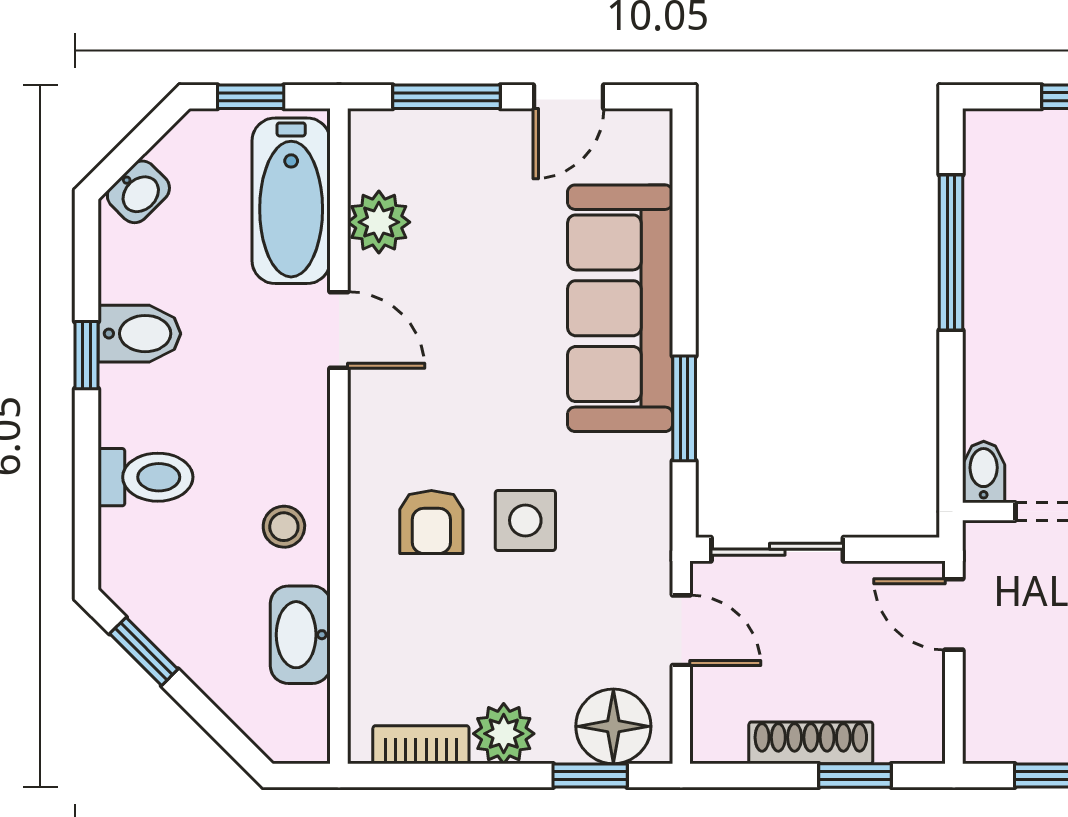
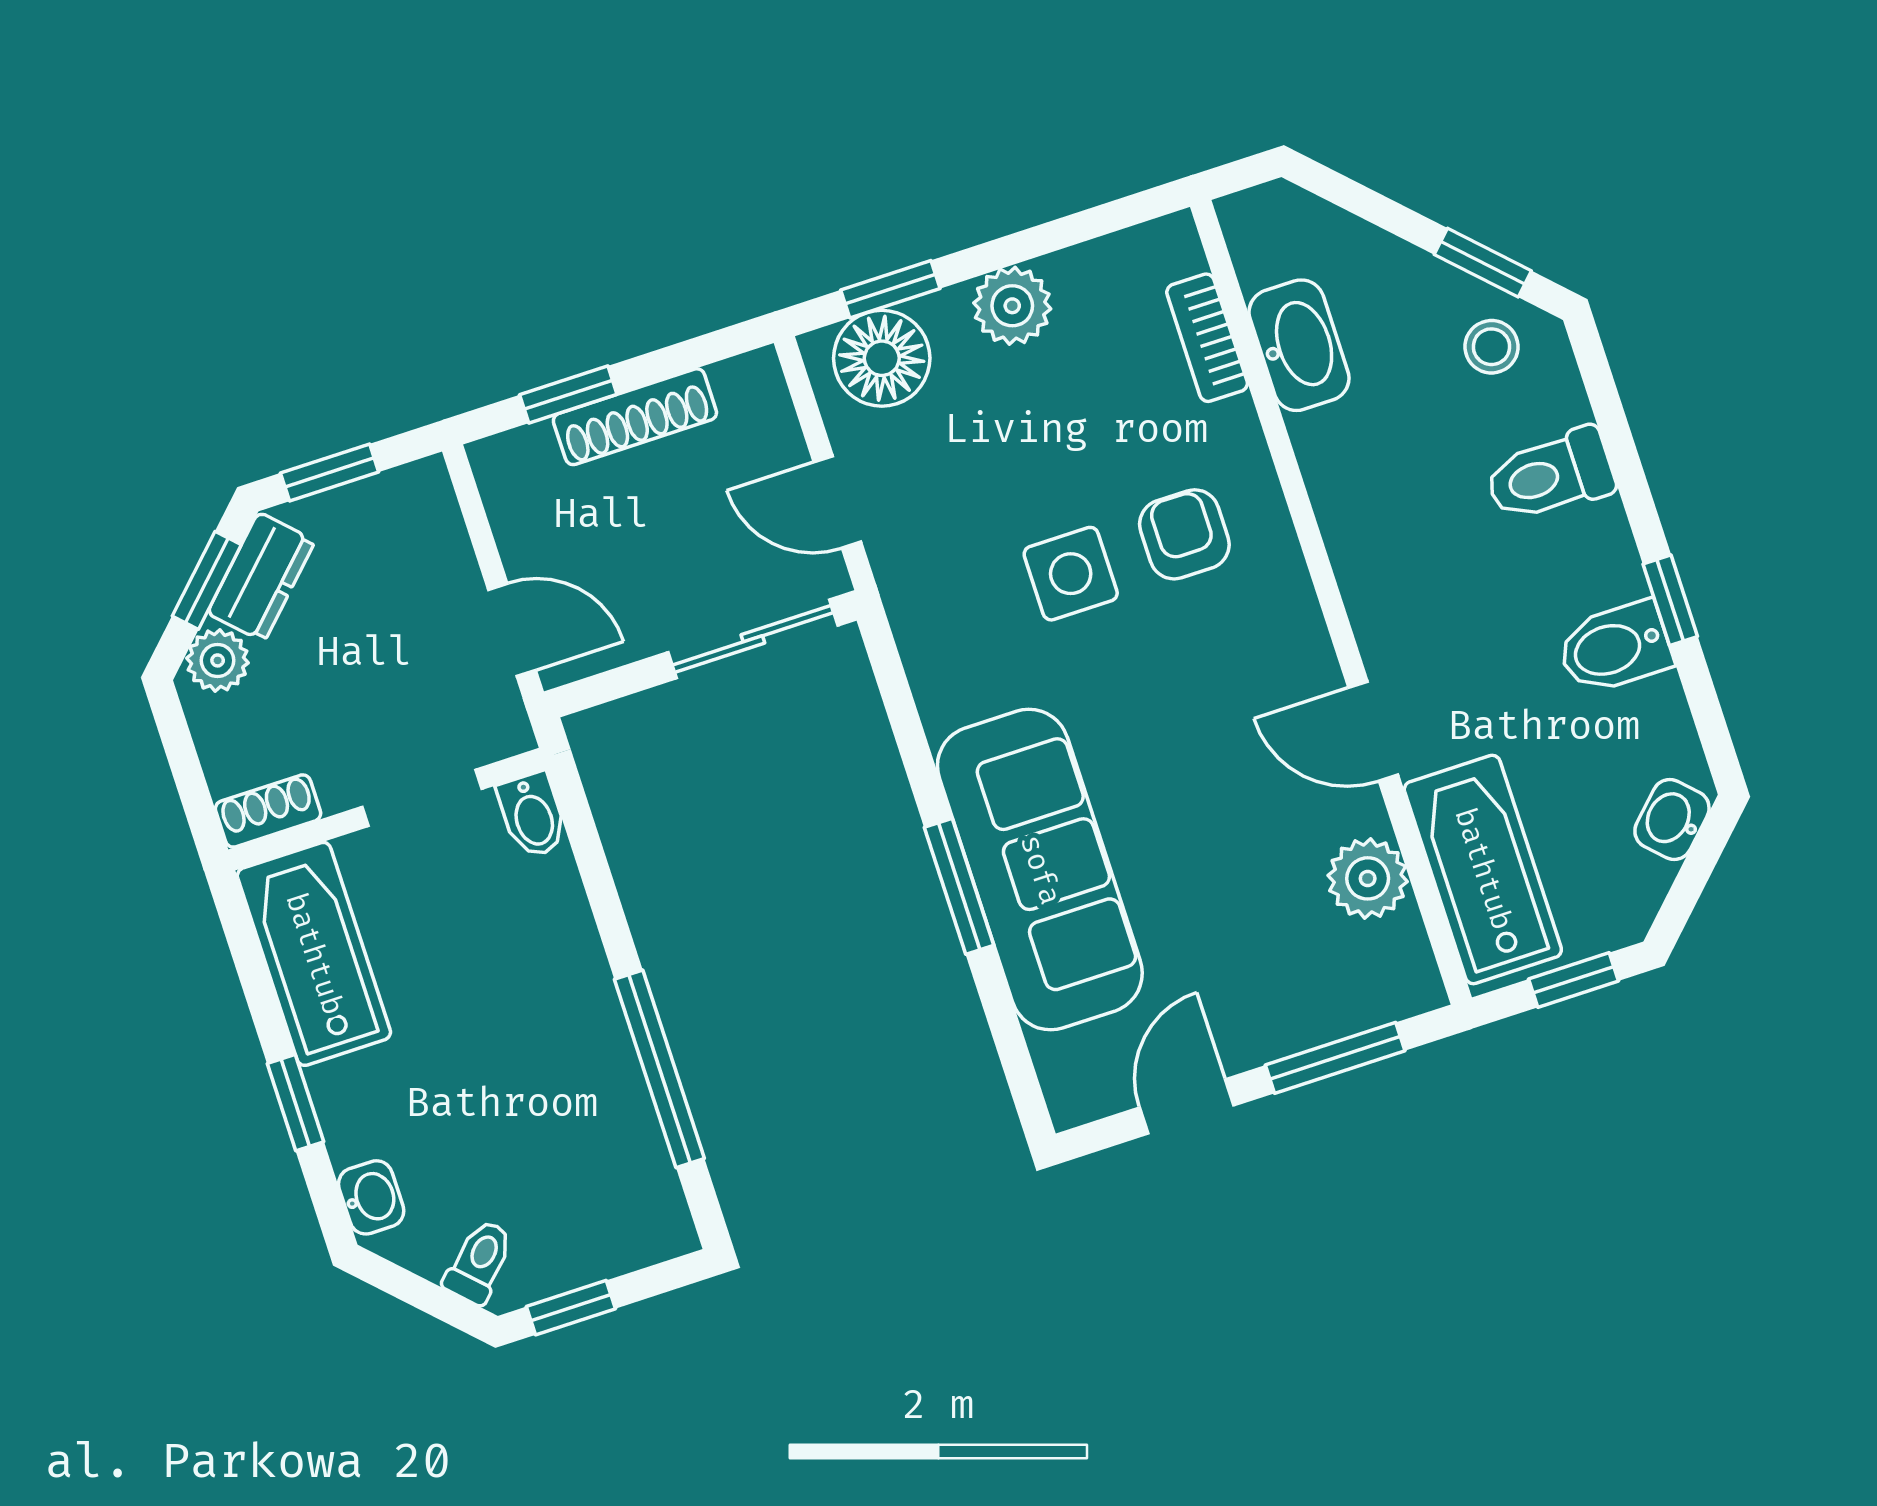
window: (684, 408) -> (959, 886), moved
stool: (284, 527) -> (1491, 347), moved
bookcase: (421, 745) -> (1207, 338), moved, turned 90

